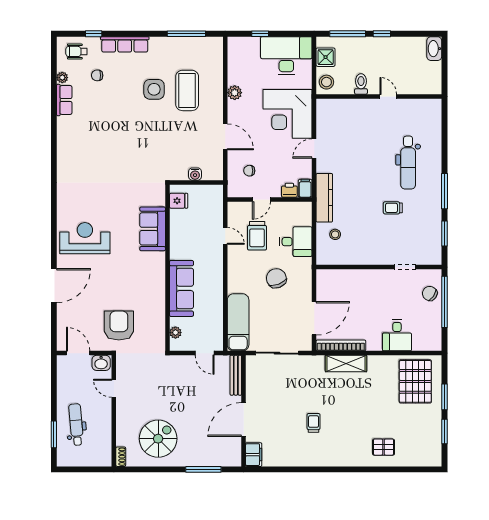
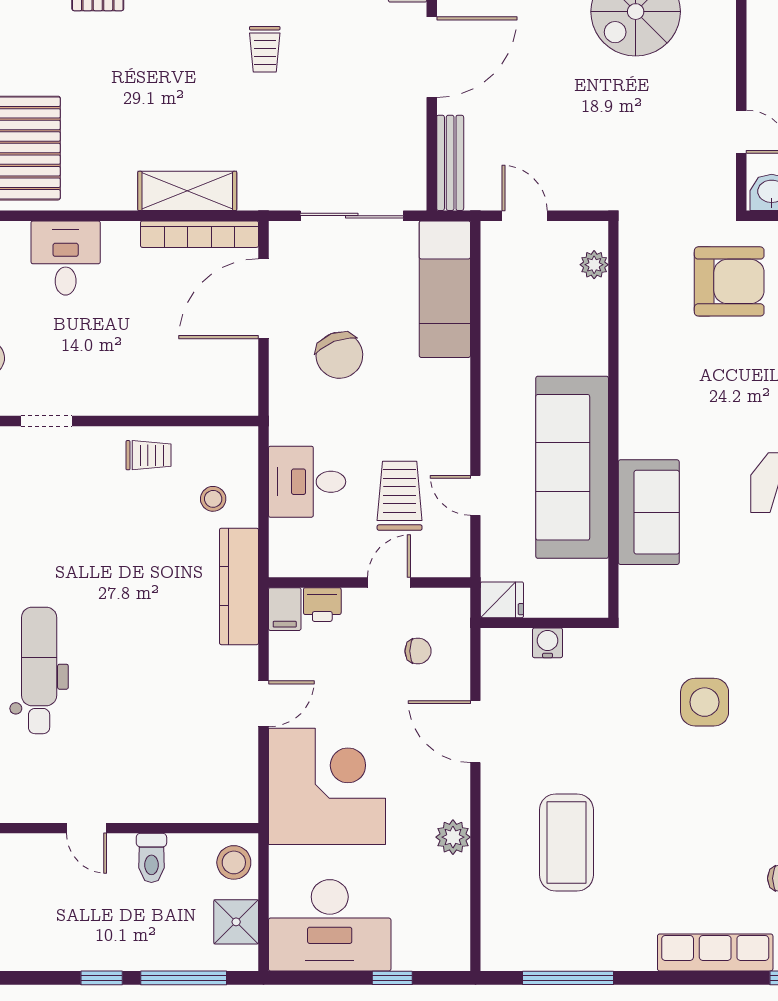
side table: (154, 89) -> (705, 702), moved
fridge: (179, 201) -> (502, 600), moved, turned 180
trolley: (393, 208) -> (148, 455), moved
chair: (276, 278) -> (339, 355), moved
sofa: (181, 288) -> (572, 467), moved, width x1.36, depth x1.27
armchair: (119, 326) -> (729, 281), turned -90

